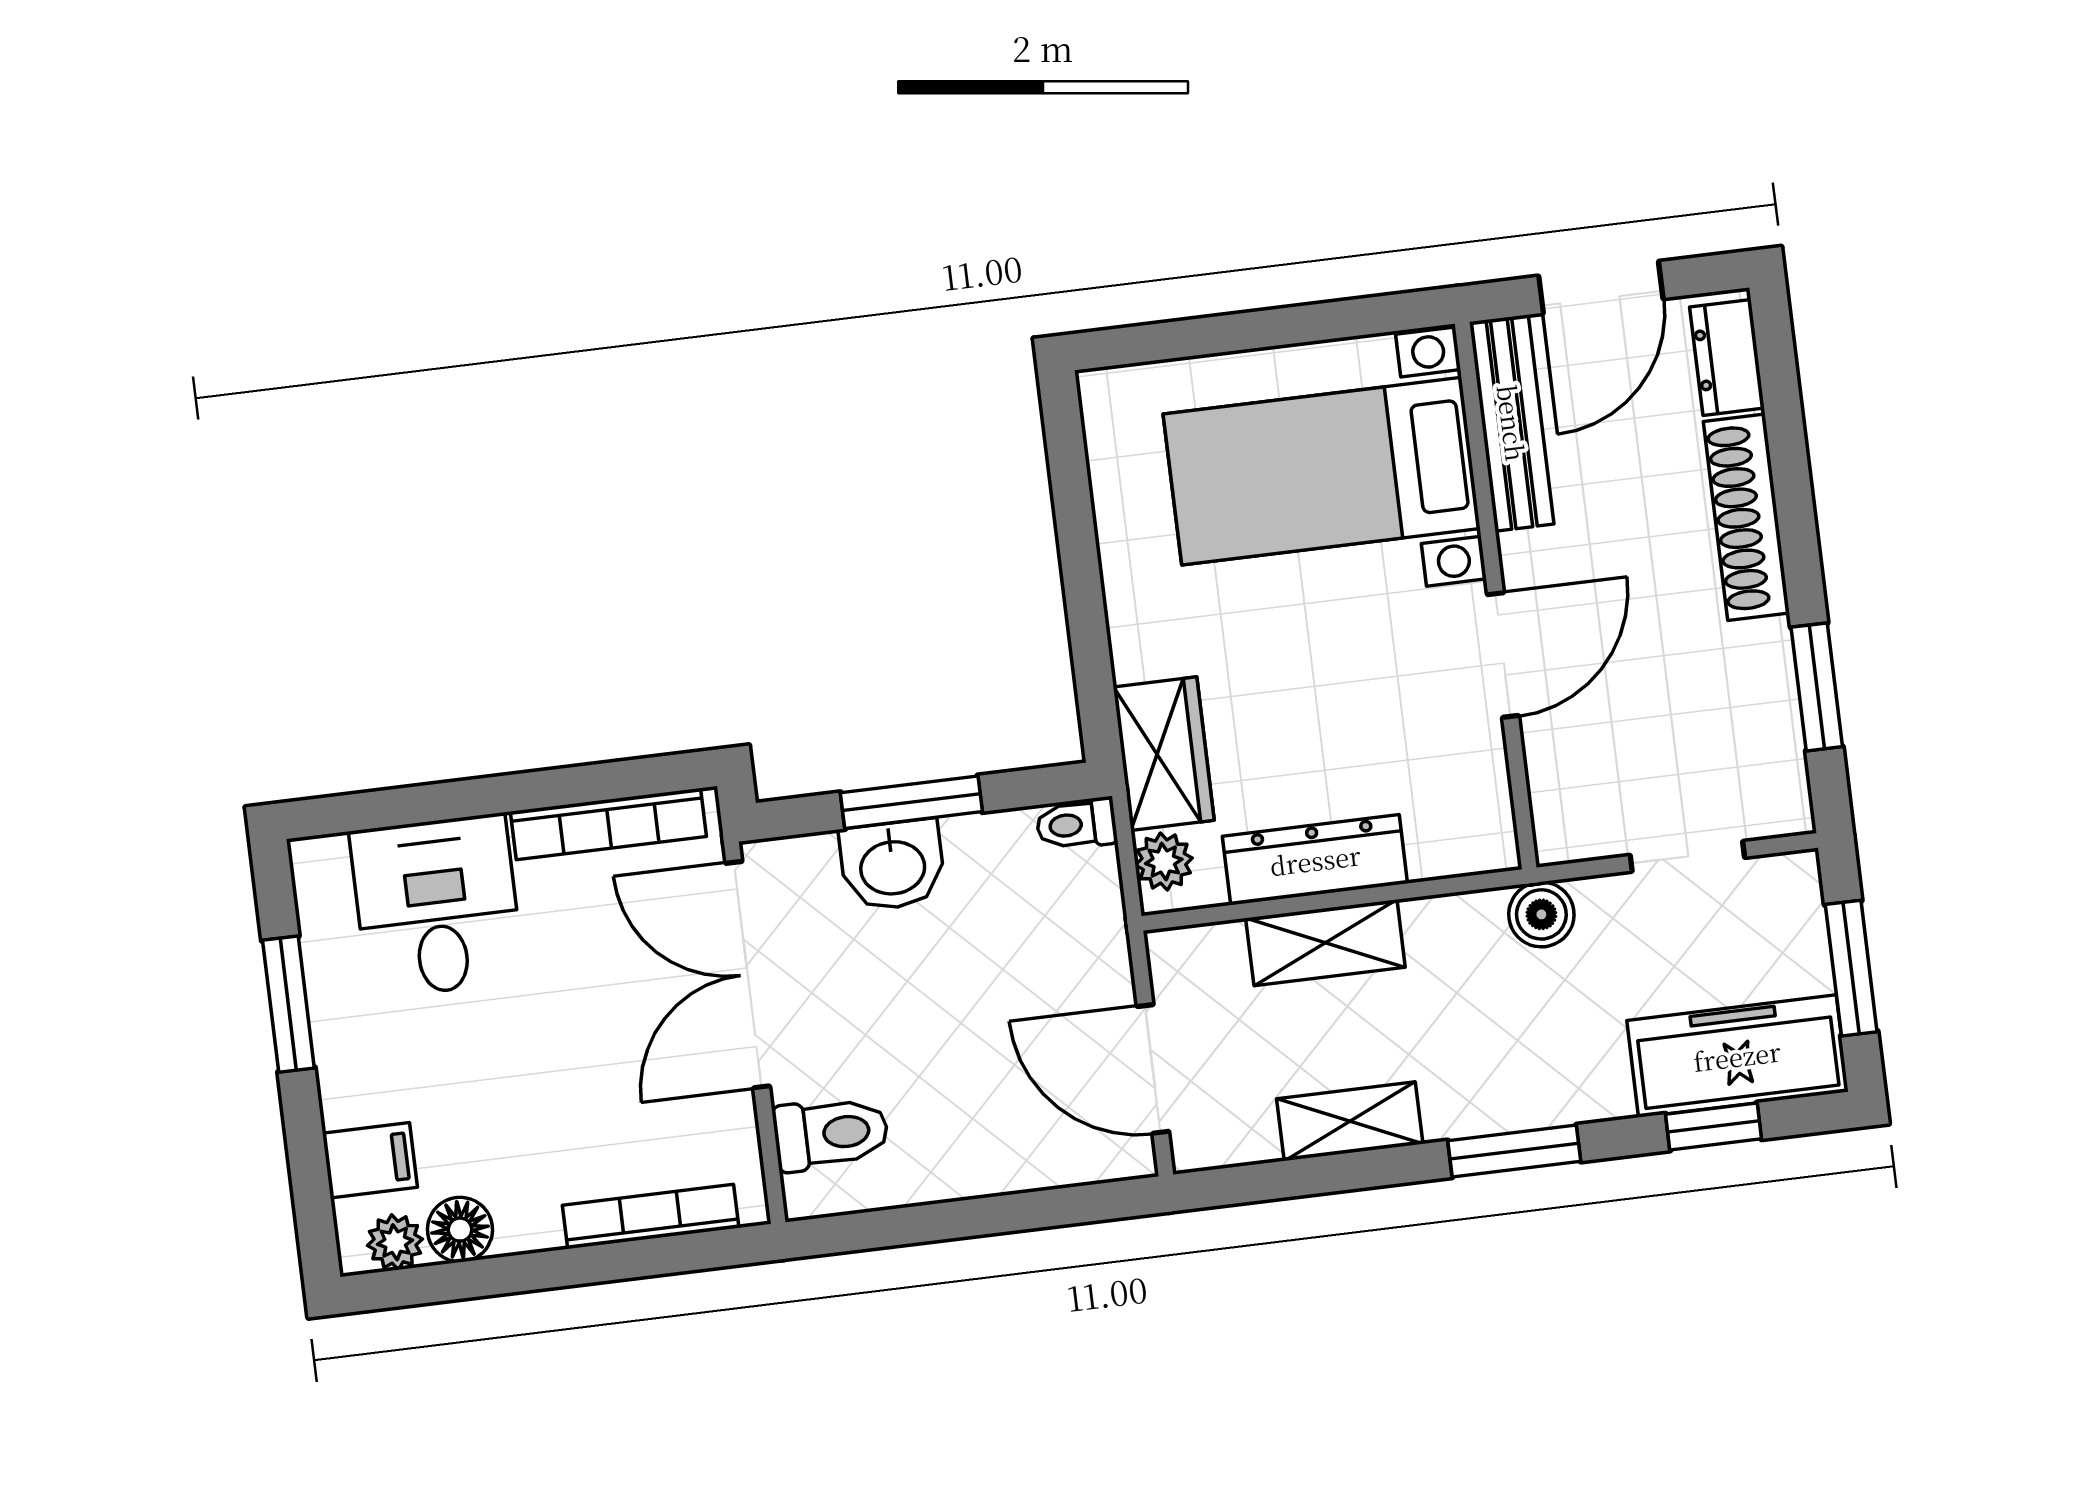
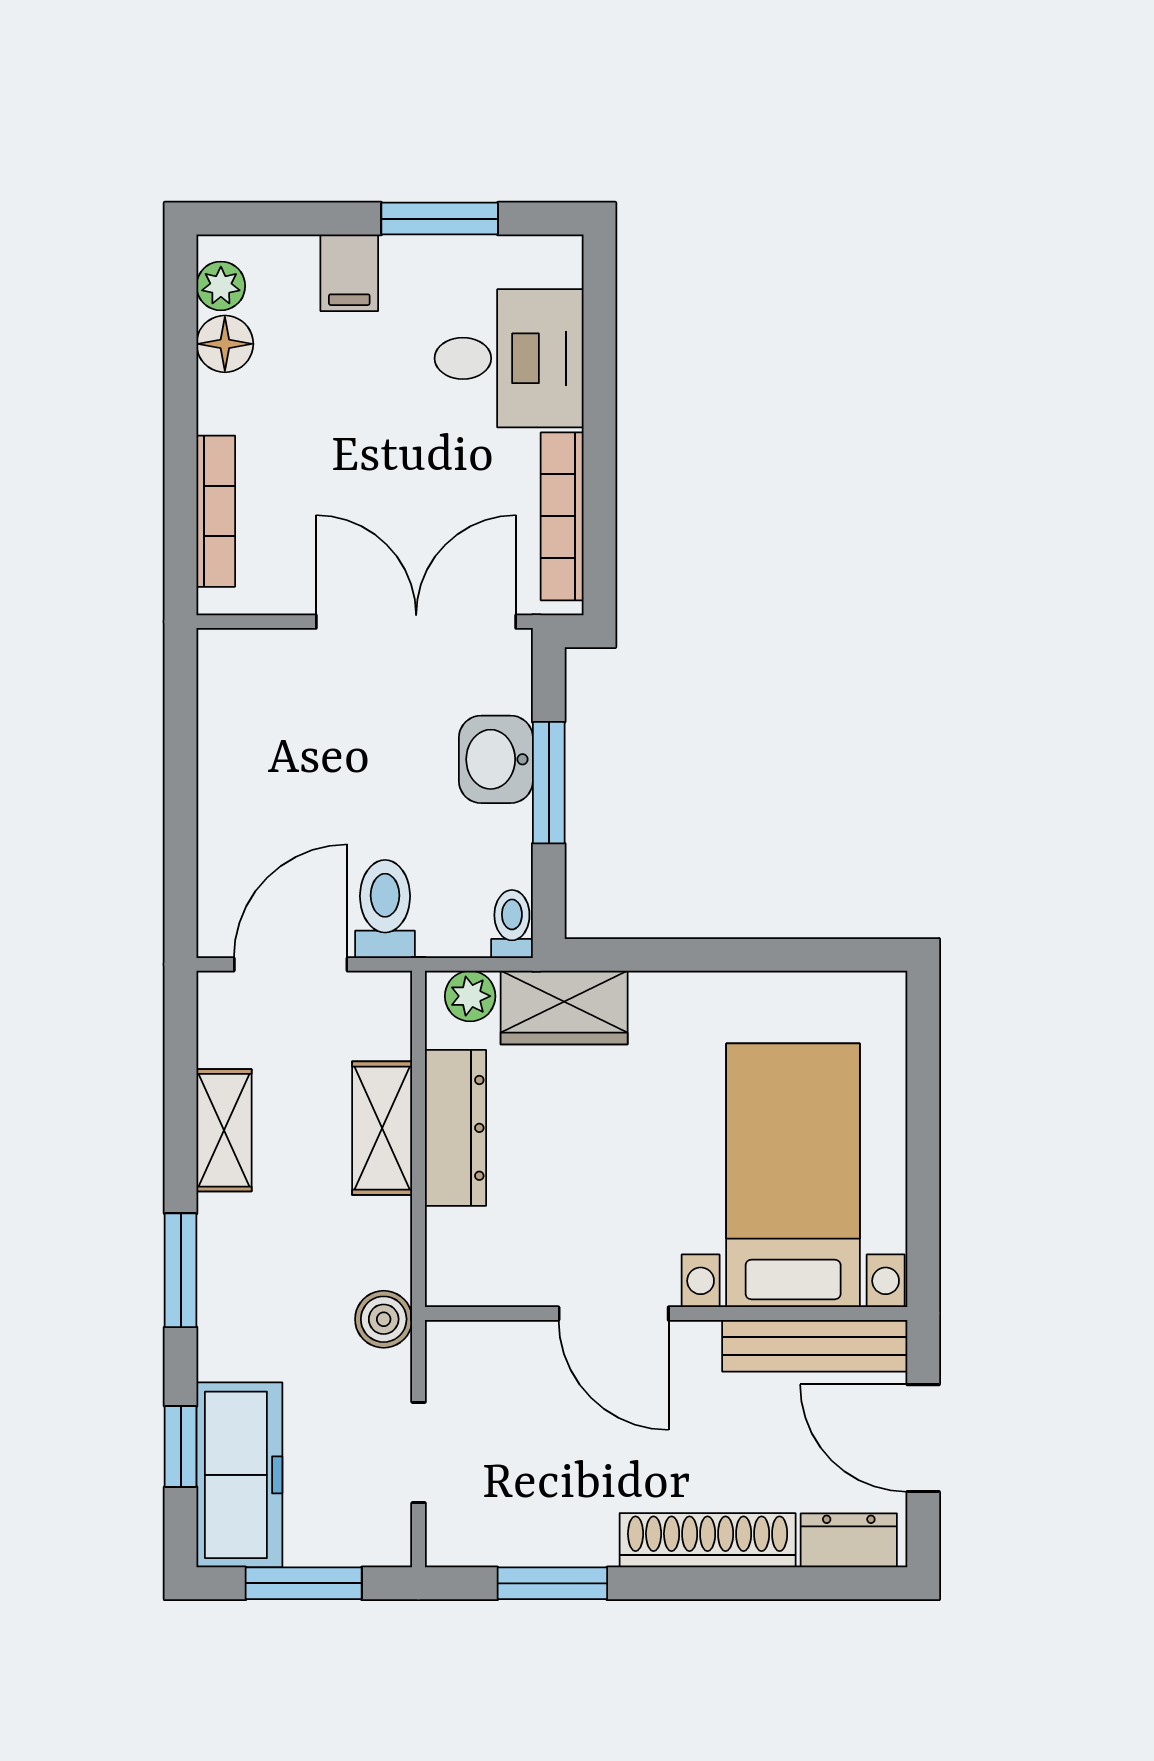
toilet: (831, 1133) -> (385, 909), moved, turned 180
filing cabinet: (370, 1160) -> (349, 273), moved

